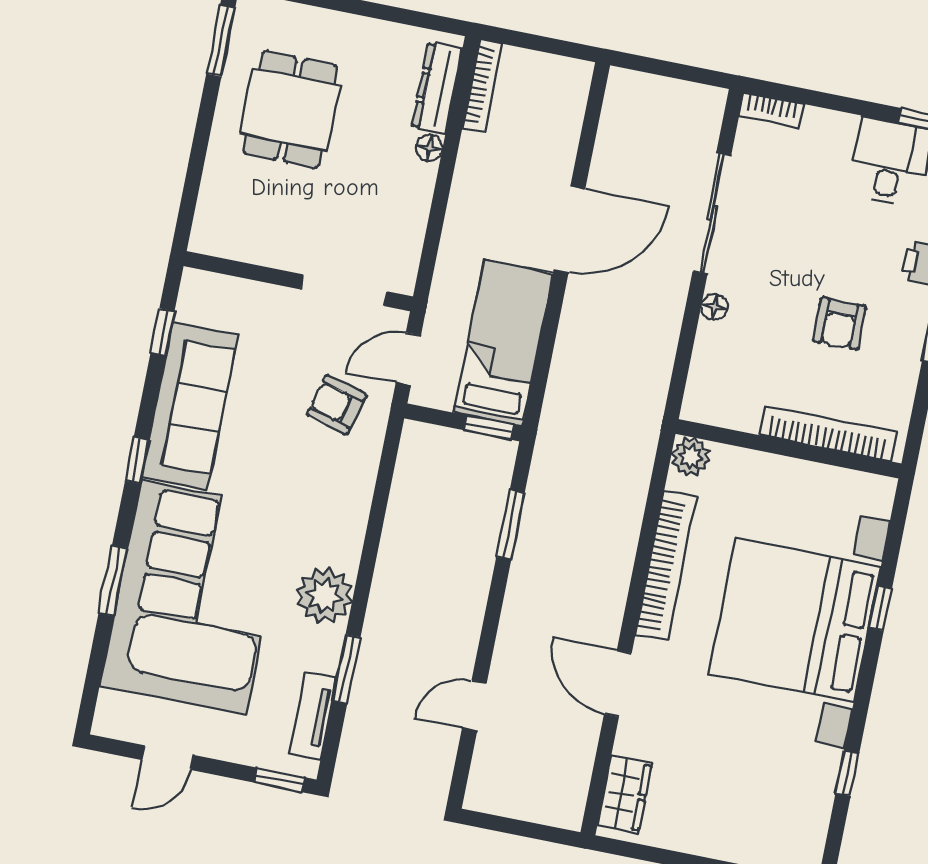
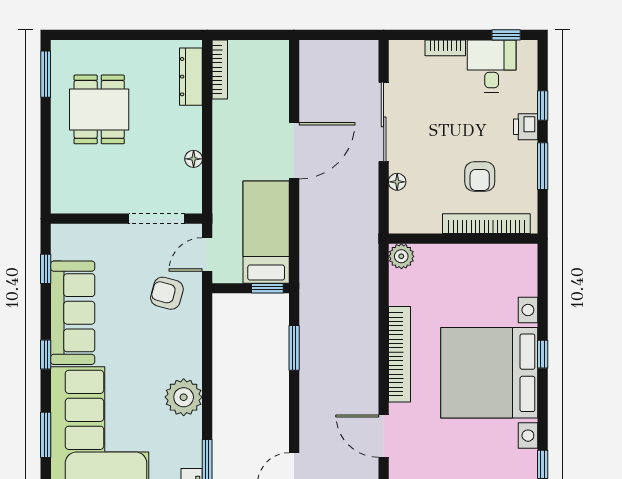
bookcase: (771, 110) -> (445, 48), moved
floor lamp: (429, 148) -> (194, 159), moved
bookcase: (828, 433) -> (486, 224), moved
wall: (788, 449) -> (463, 239), moved
plant: (691, 457) -> (401, 256), moved
plant: (324, 596) -> (184, 397), moved

